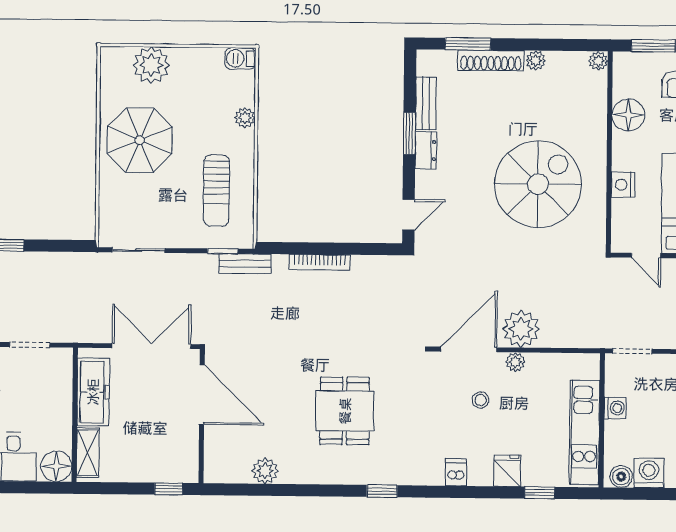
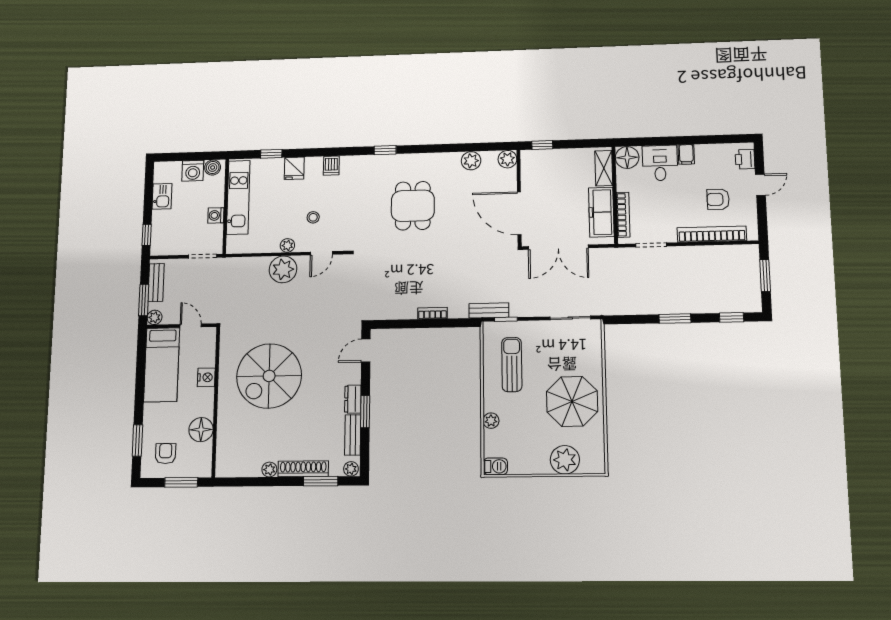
plant: (598, 61) -> (351, 469), moved
bookcase: (320, 262) -> (432, 313), width x0.64
door: (469, 349) -> (321, 253), width x0.53
bookcase: (65, 387) -> (623, 215), added
plant: (216, 471) -> (507, 159), added

